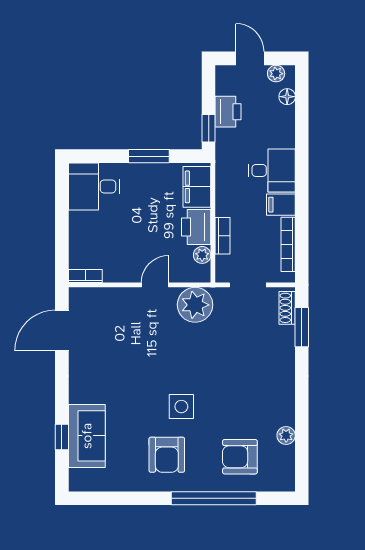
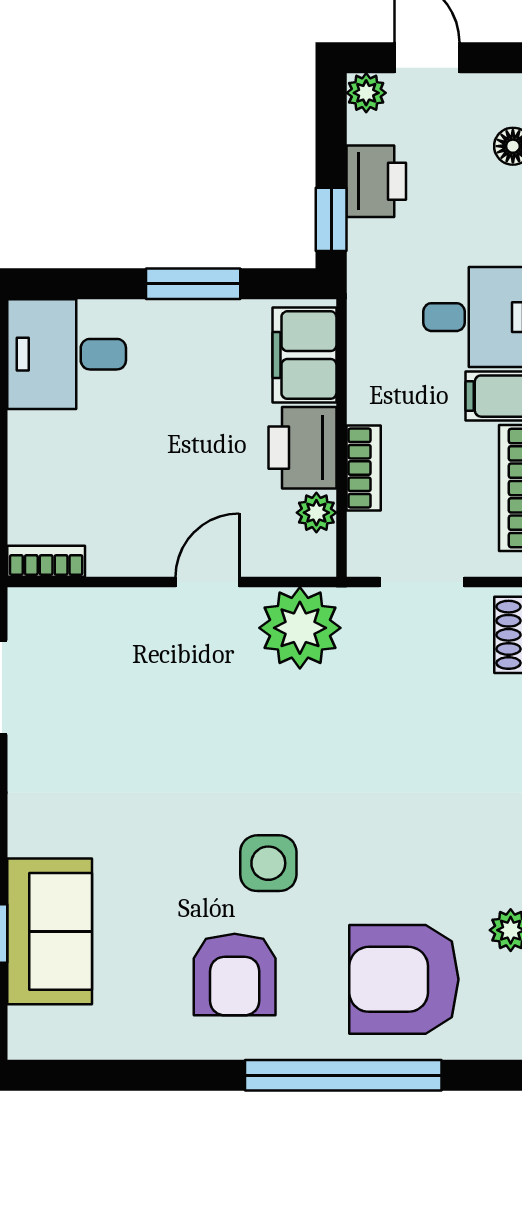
plant: (276, 74) -> (366, 93), moved
armchair: (240, 457) -> (404, 979), width x1.36, depth x1.36

